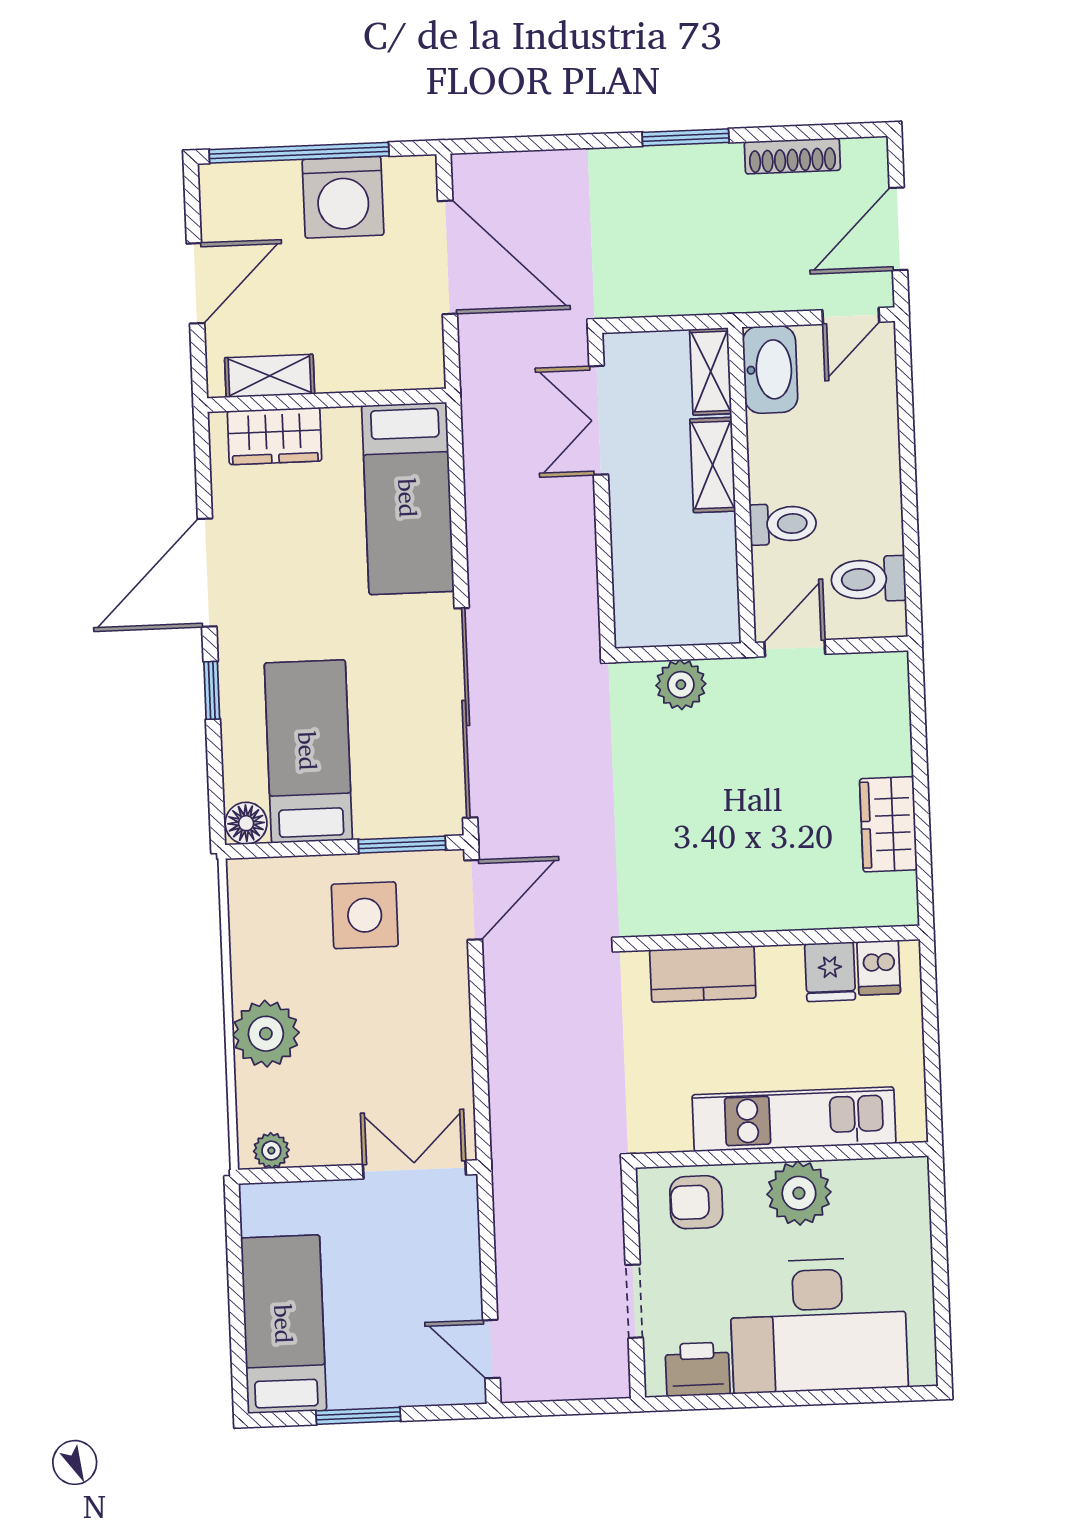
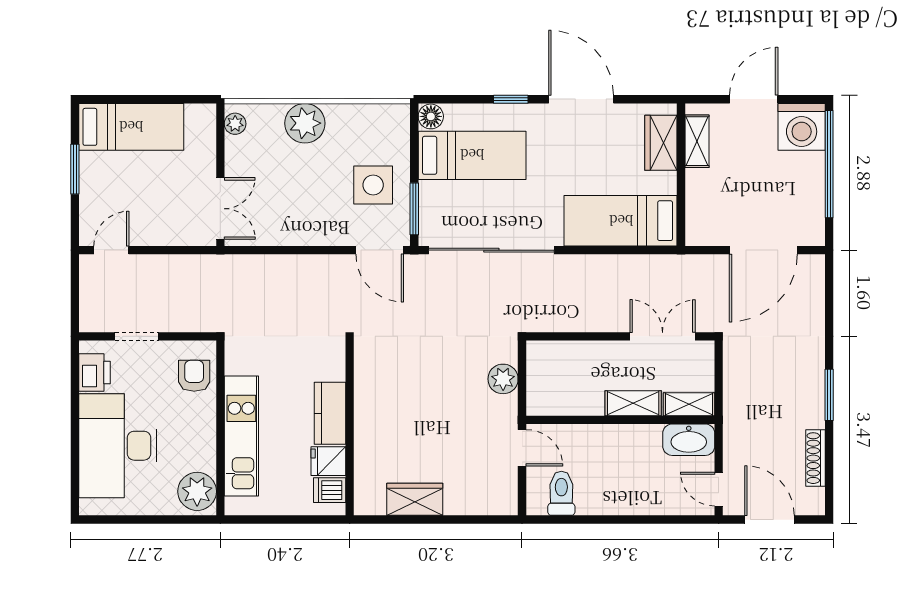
washing machine: (343, 197) -> (802, 127), moved, turned -90
door: (195, 283) -> (754, 99), swing flipped
toilet: (783, 524) -> (596, 444), removed
kitchen counter: (703, 974) -> (330, 413), moved
plant: (799, 1193) -> (197, 491), moved

